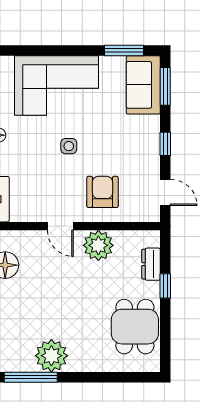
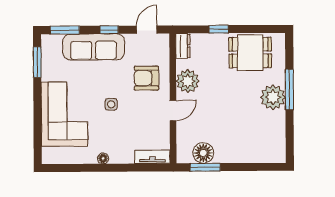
sofa: (143, 85) -> (94, 47), moved, width x1.36
dresser: (151, 264) -> (183, 46), moved, turned -90
plant: (51, 356) -> (273, 97), moved
window: (31, 377) -> (289, 89), moved

